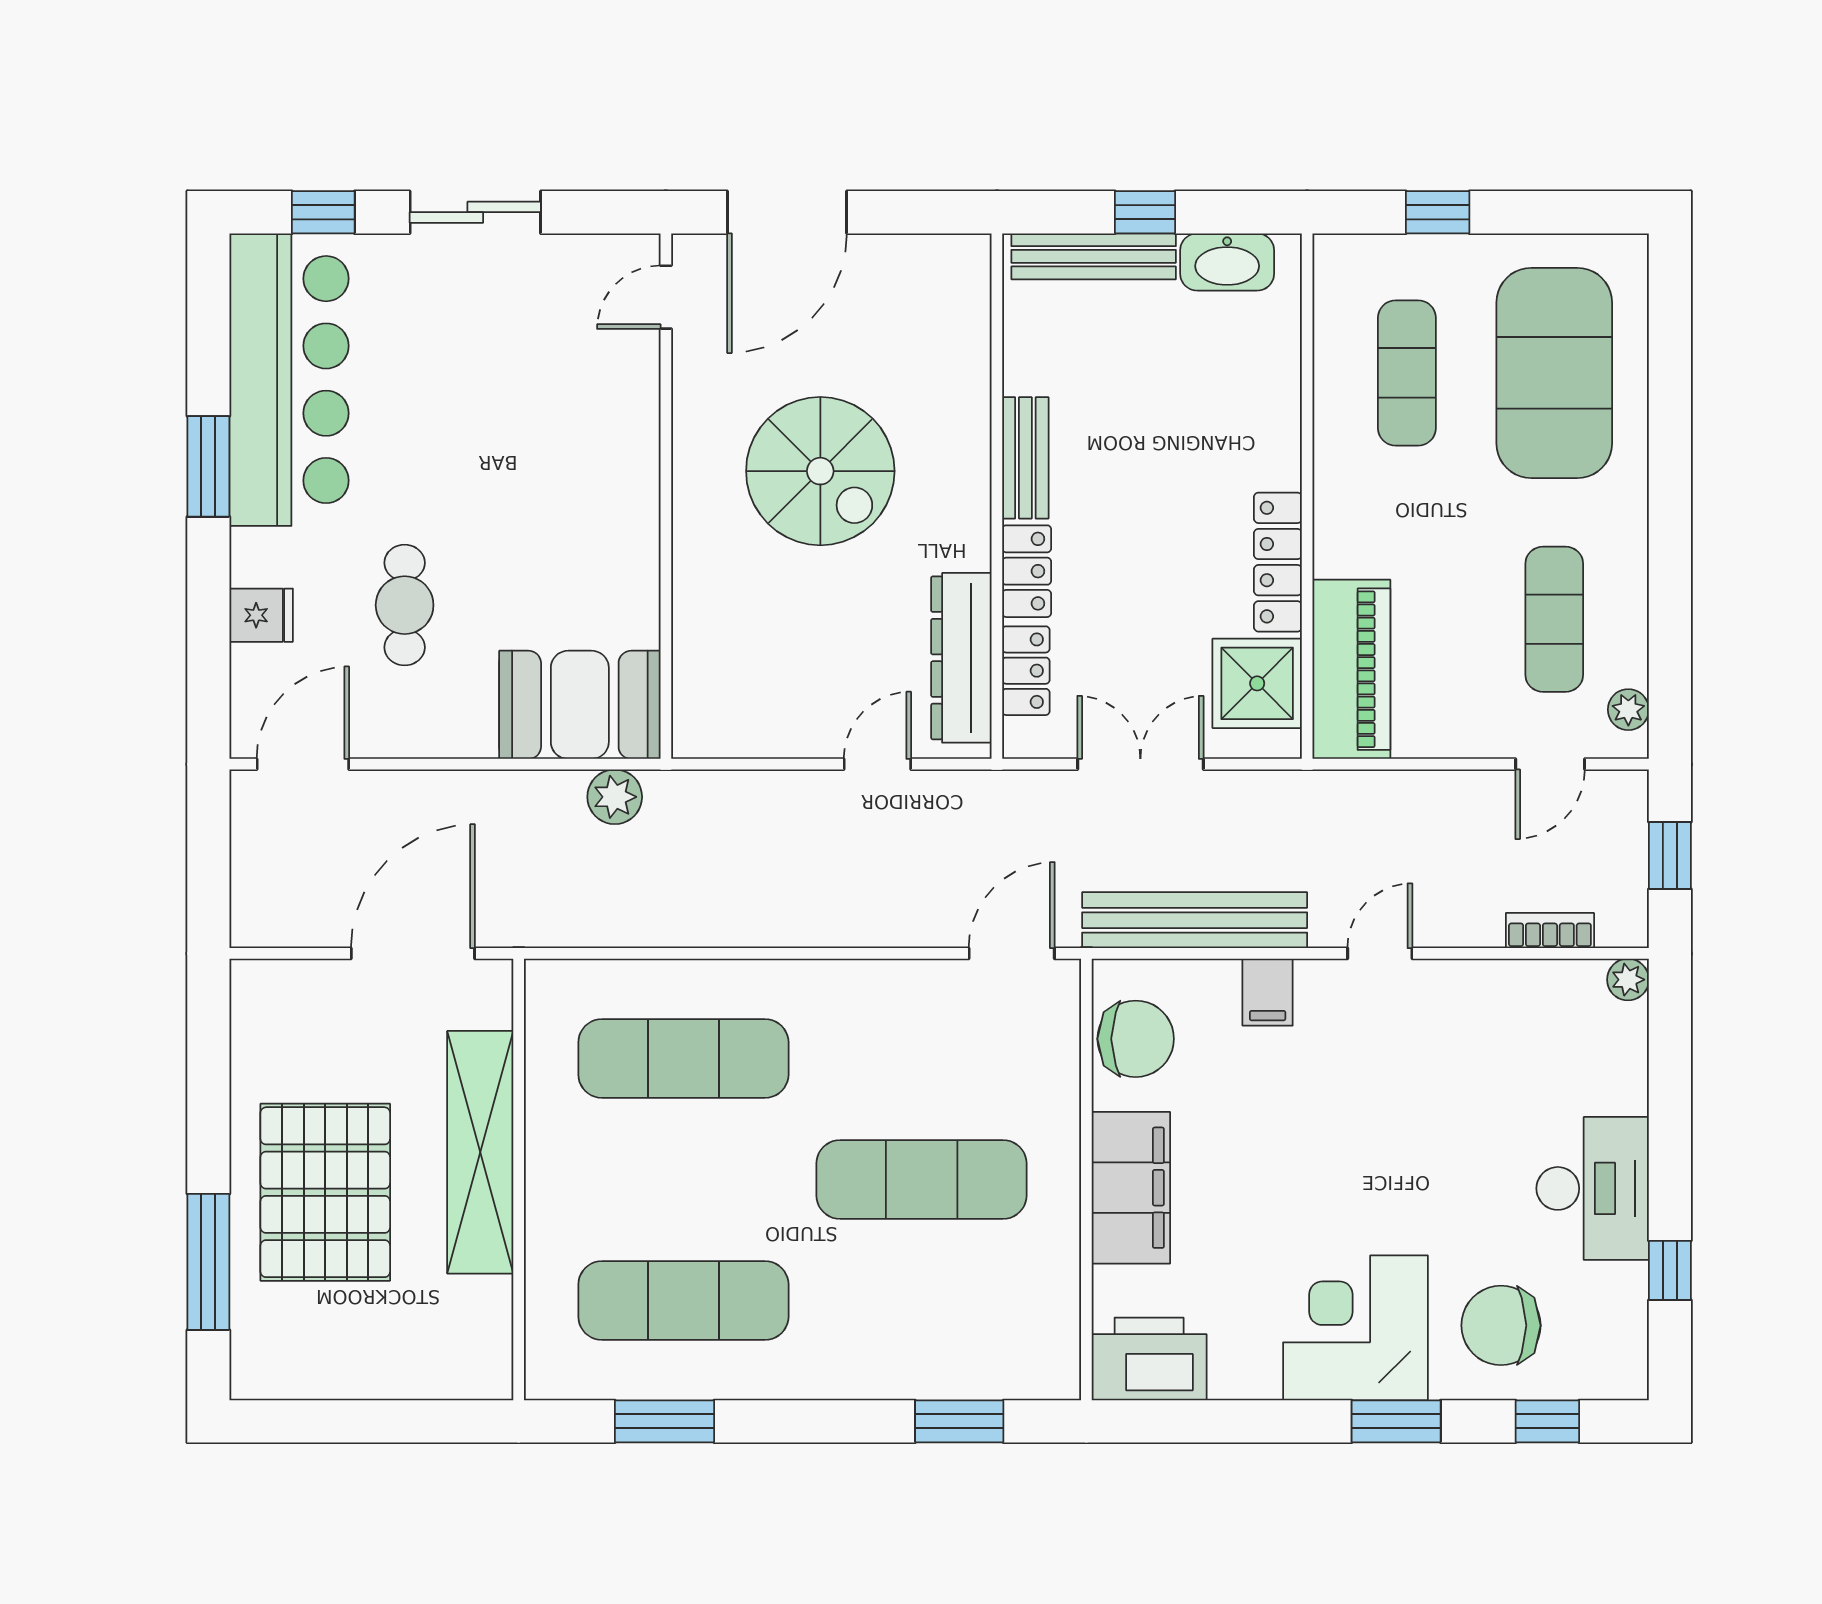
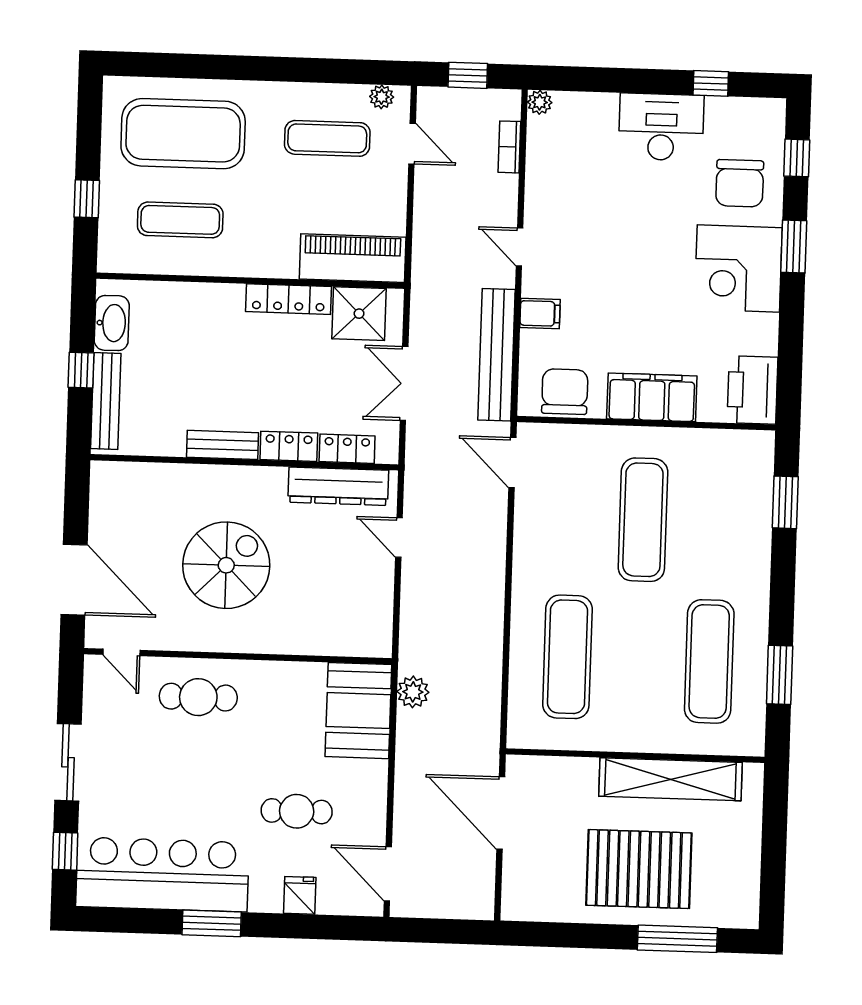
cafe table: (594, 431) -> (198, 697), added
shelving: (480, 1152) -> (670, 779), moved

